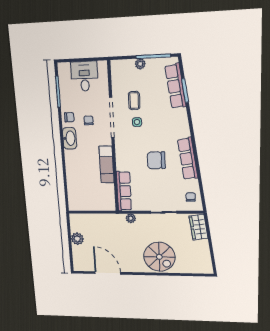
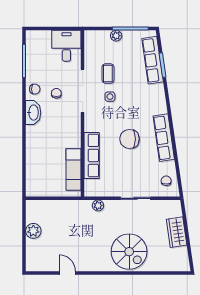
desk: (84, 76) -> (66, 46), moved
exam couch: (107, 165) -> (74, 169), moved
row of seats: (124, 191) -> (92, 155), moved
wardrobe: (198, 227) -> (177, 232), moved
door: (108, 273) -> (67, 273), width x0.53

